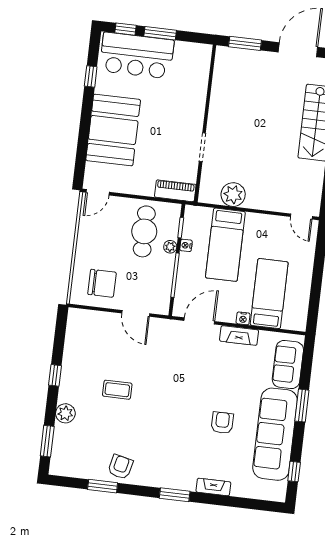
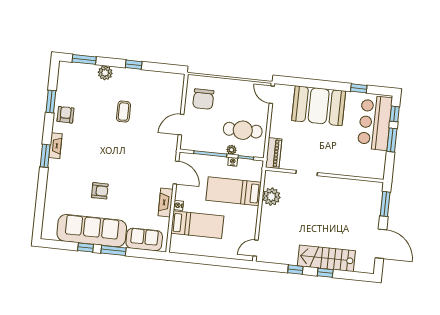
armchair: (120, 467) -> (66, 115), turned -103
window: (294, 472) -> (86, 248), moved
fireplace: (213, 487) -> (55, 146), moved

